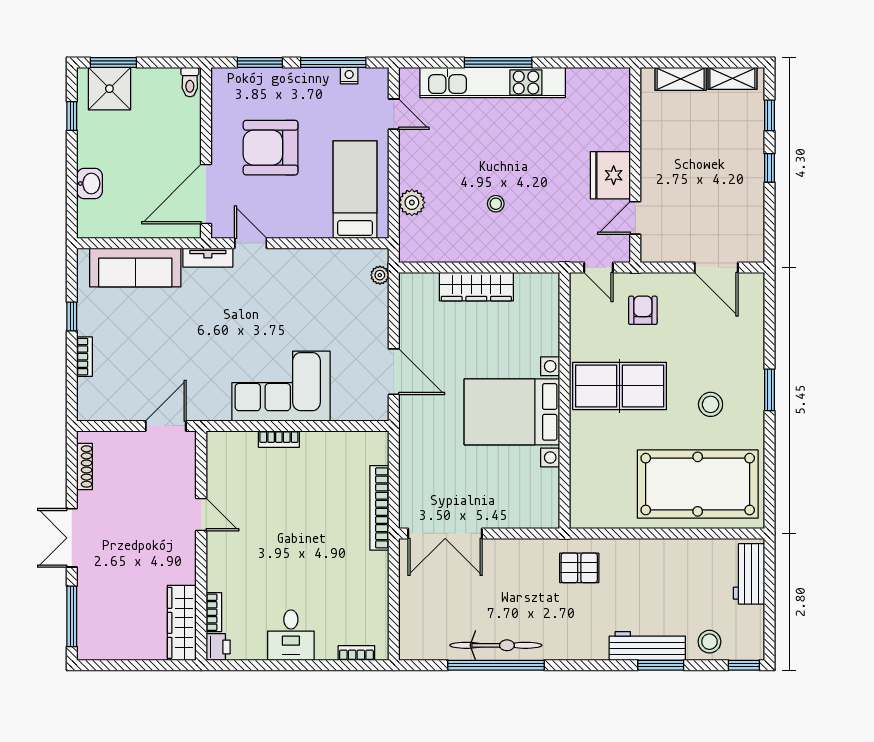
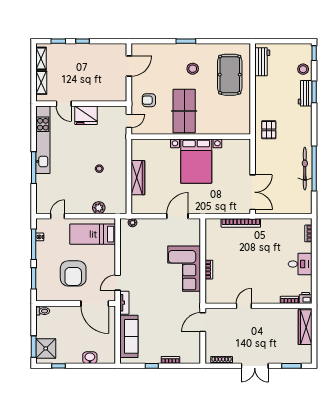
kitchen unit: (493, 83) -> (43, 140), moved
door: (635, 218) -> (64, 104), moved
door: (166, 426) -> (203, 322), hinge flipped
pool table: (698, 484) -> (230, 75), width x0.73, depth x0.76
workbench: (749, 574) -> (262, 62), moved, turned -90
window: (72, 616) -> (291, 366), width x0.69
wardrobe: (182, 623) -> (305, 327), moved, turned 90
workbench: (647, 646) -> (305, 93), width x0.73

